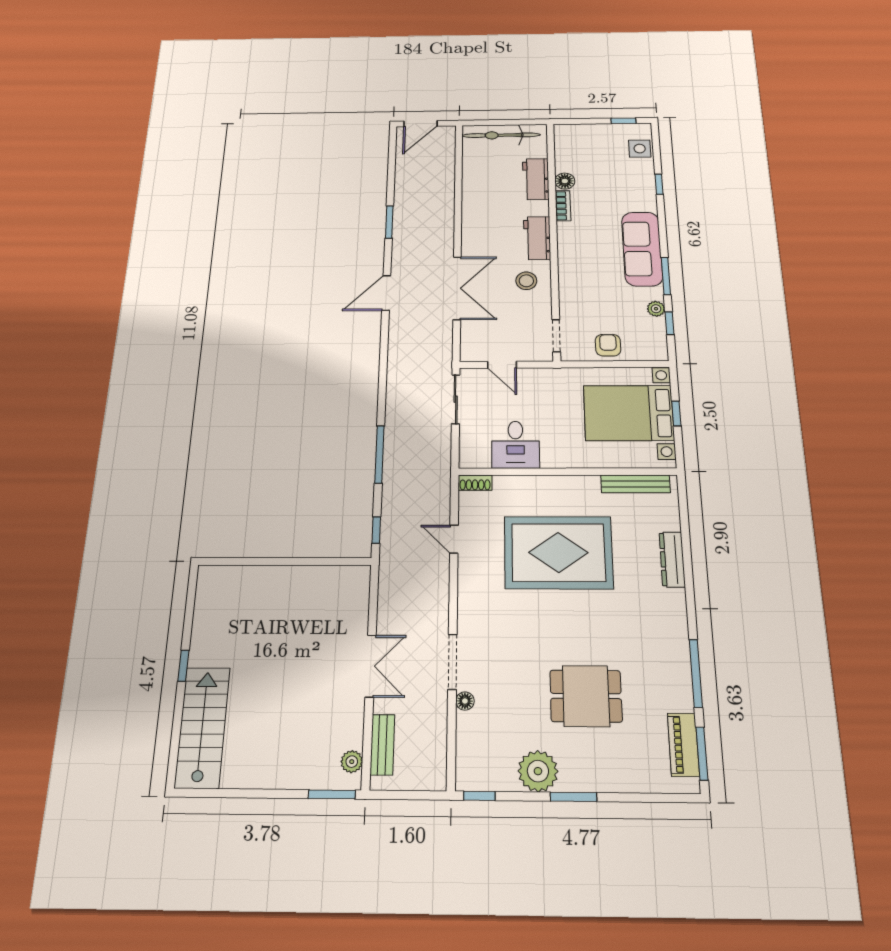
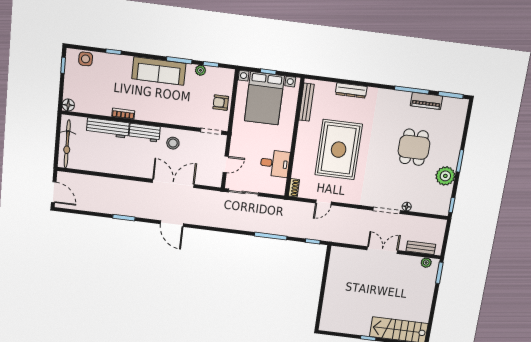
workbench: (536, 179) -> (108, 128), width x1.38
floor lamp: (565, 181) -> (68, 105), moved
piano: (683, 745) -> (426, 101), moved

